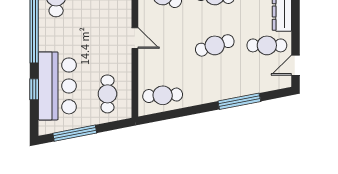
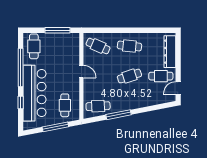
bar counter: (57, 86) -> (35, 93), width x1.36
window: (239, 101) -> (119, 115), moved
window: (75, 133) -> (55, 127), moved

